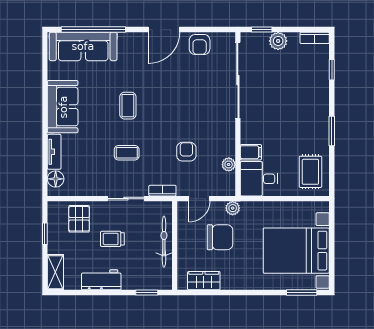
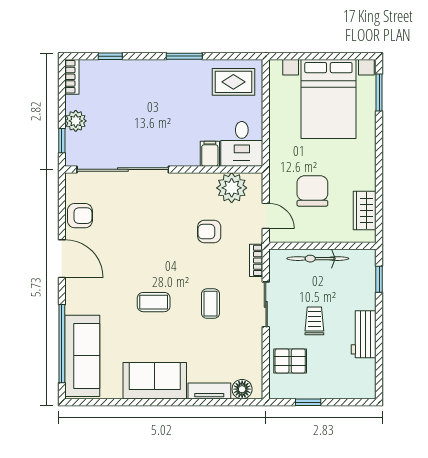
plant: (229, 164) -> (232, 188), width x1.87, depth x1.87
plant: (233, 208) -> (277, 176), removed
trolley: (112, 239) -> (314, 321), turned 180
shelving: (55, 272) -> (354, 389), removed

